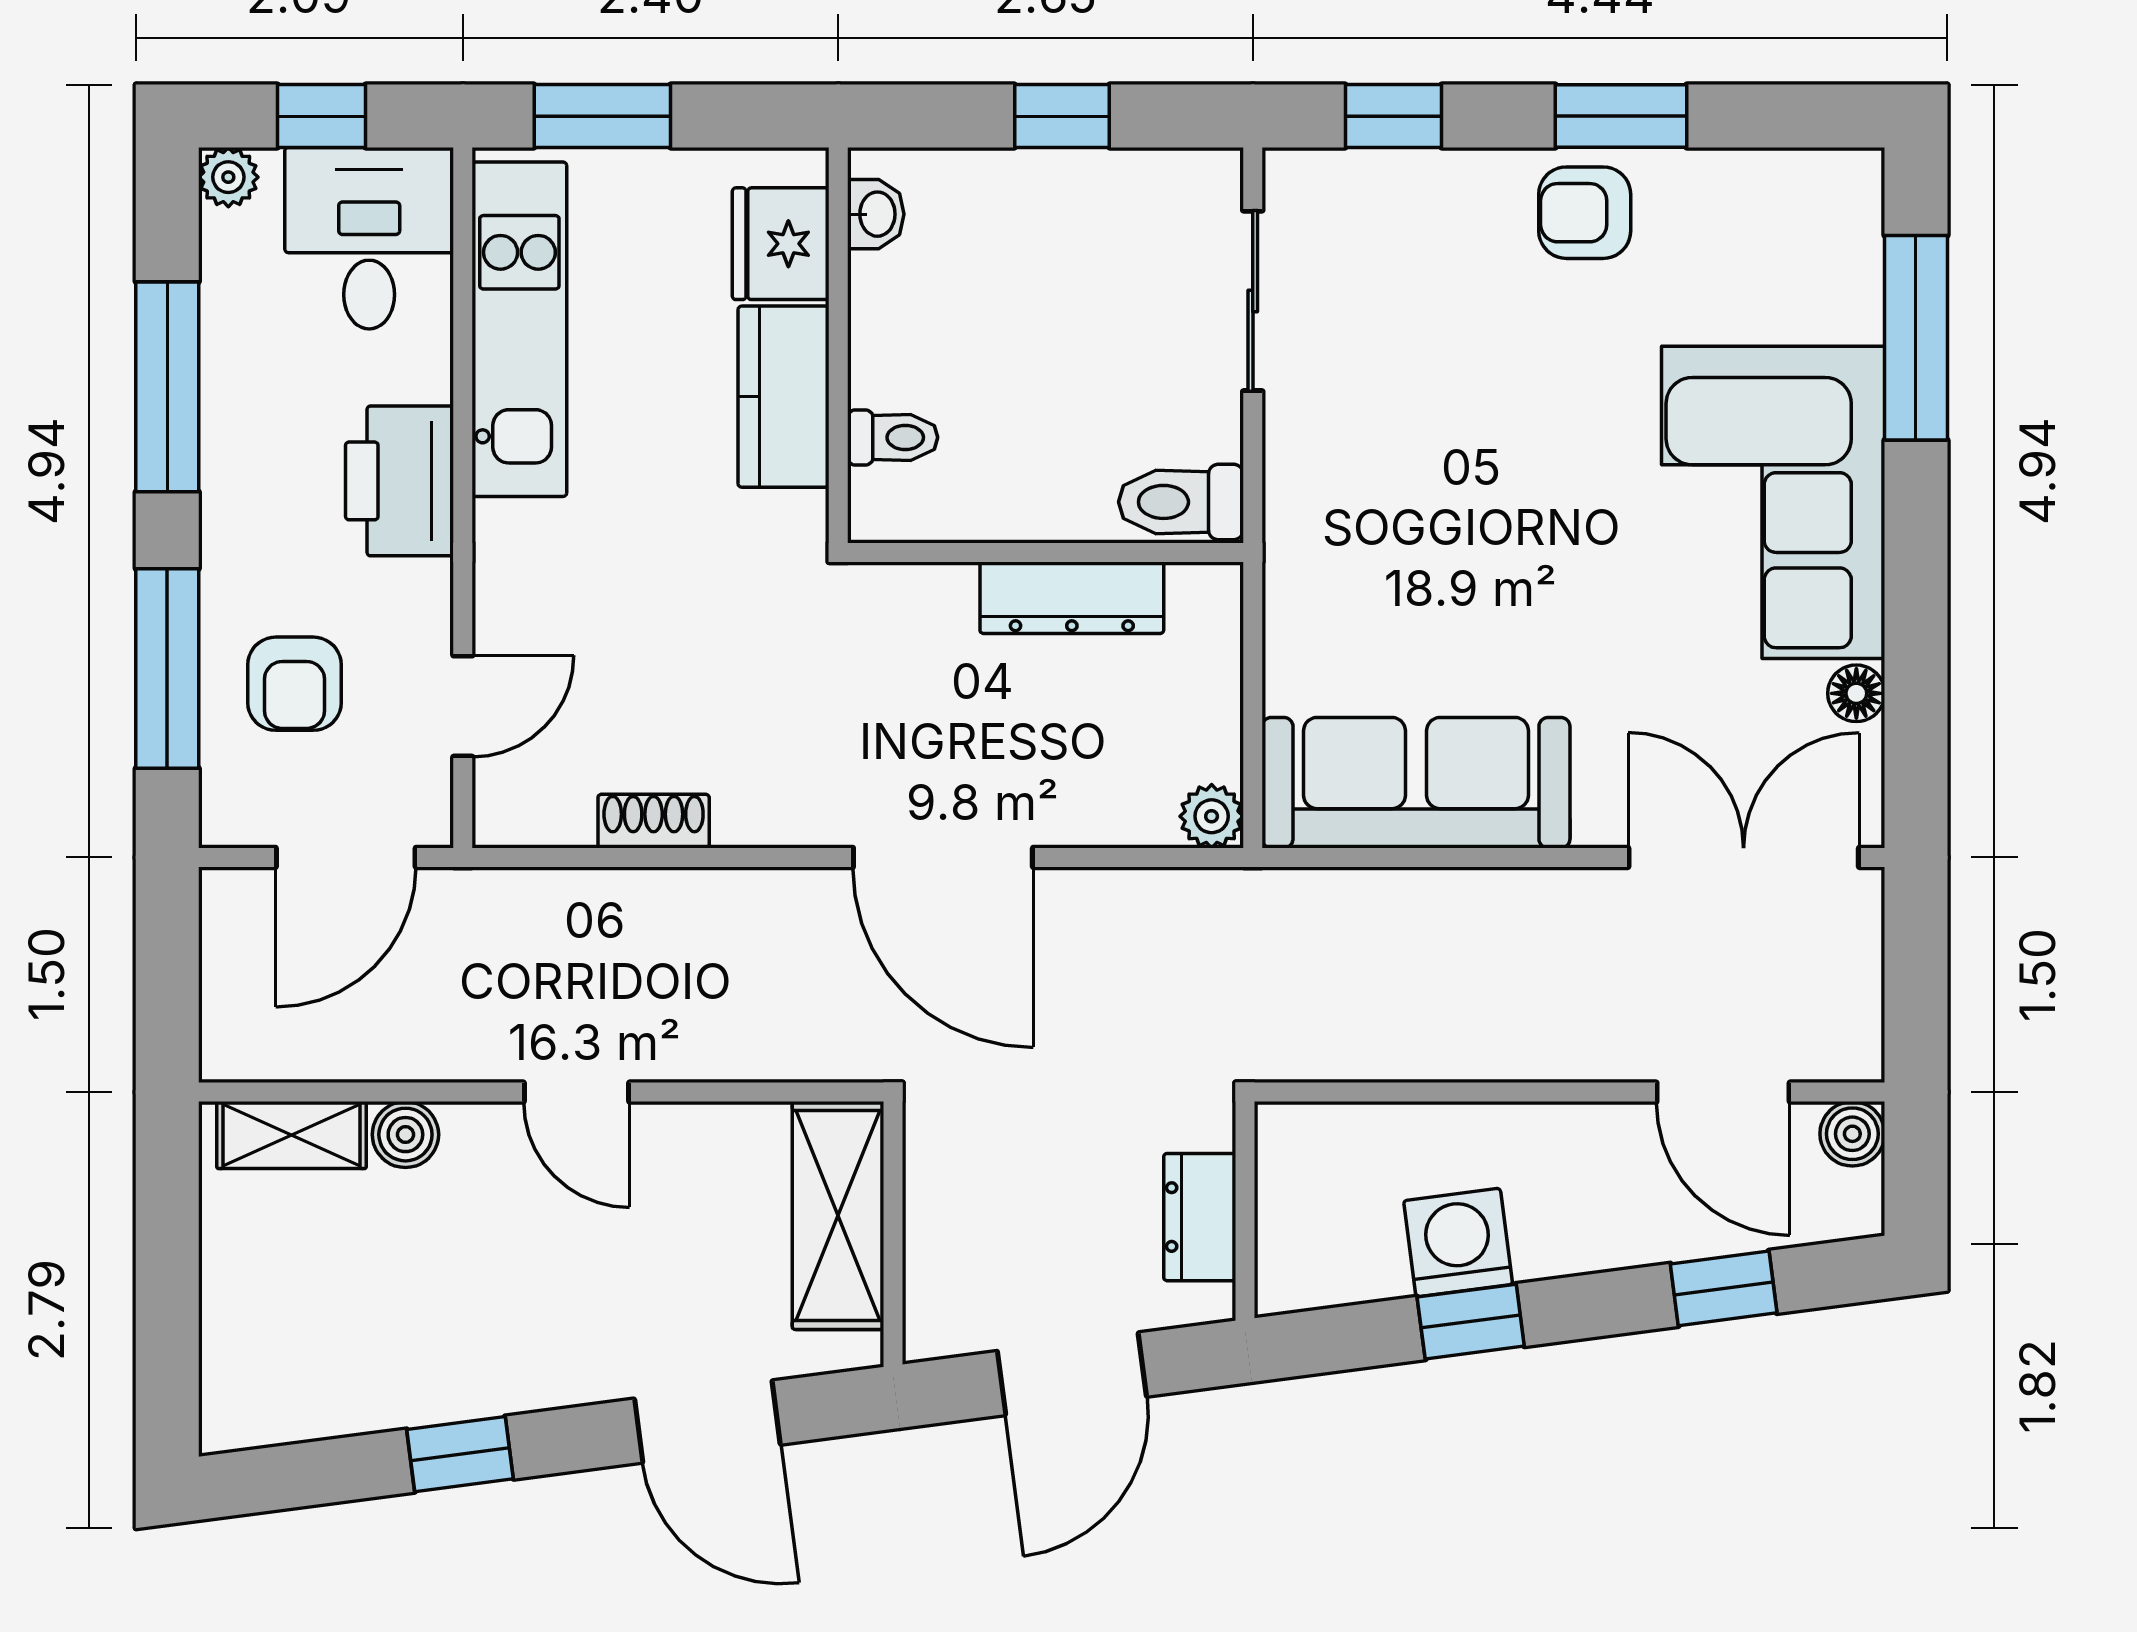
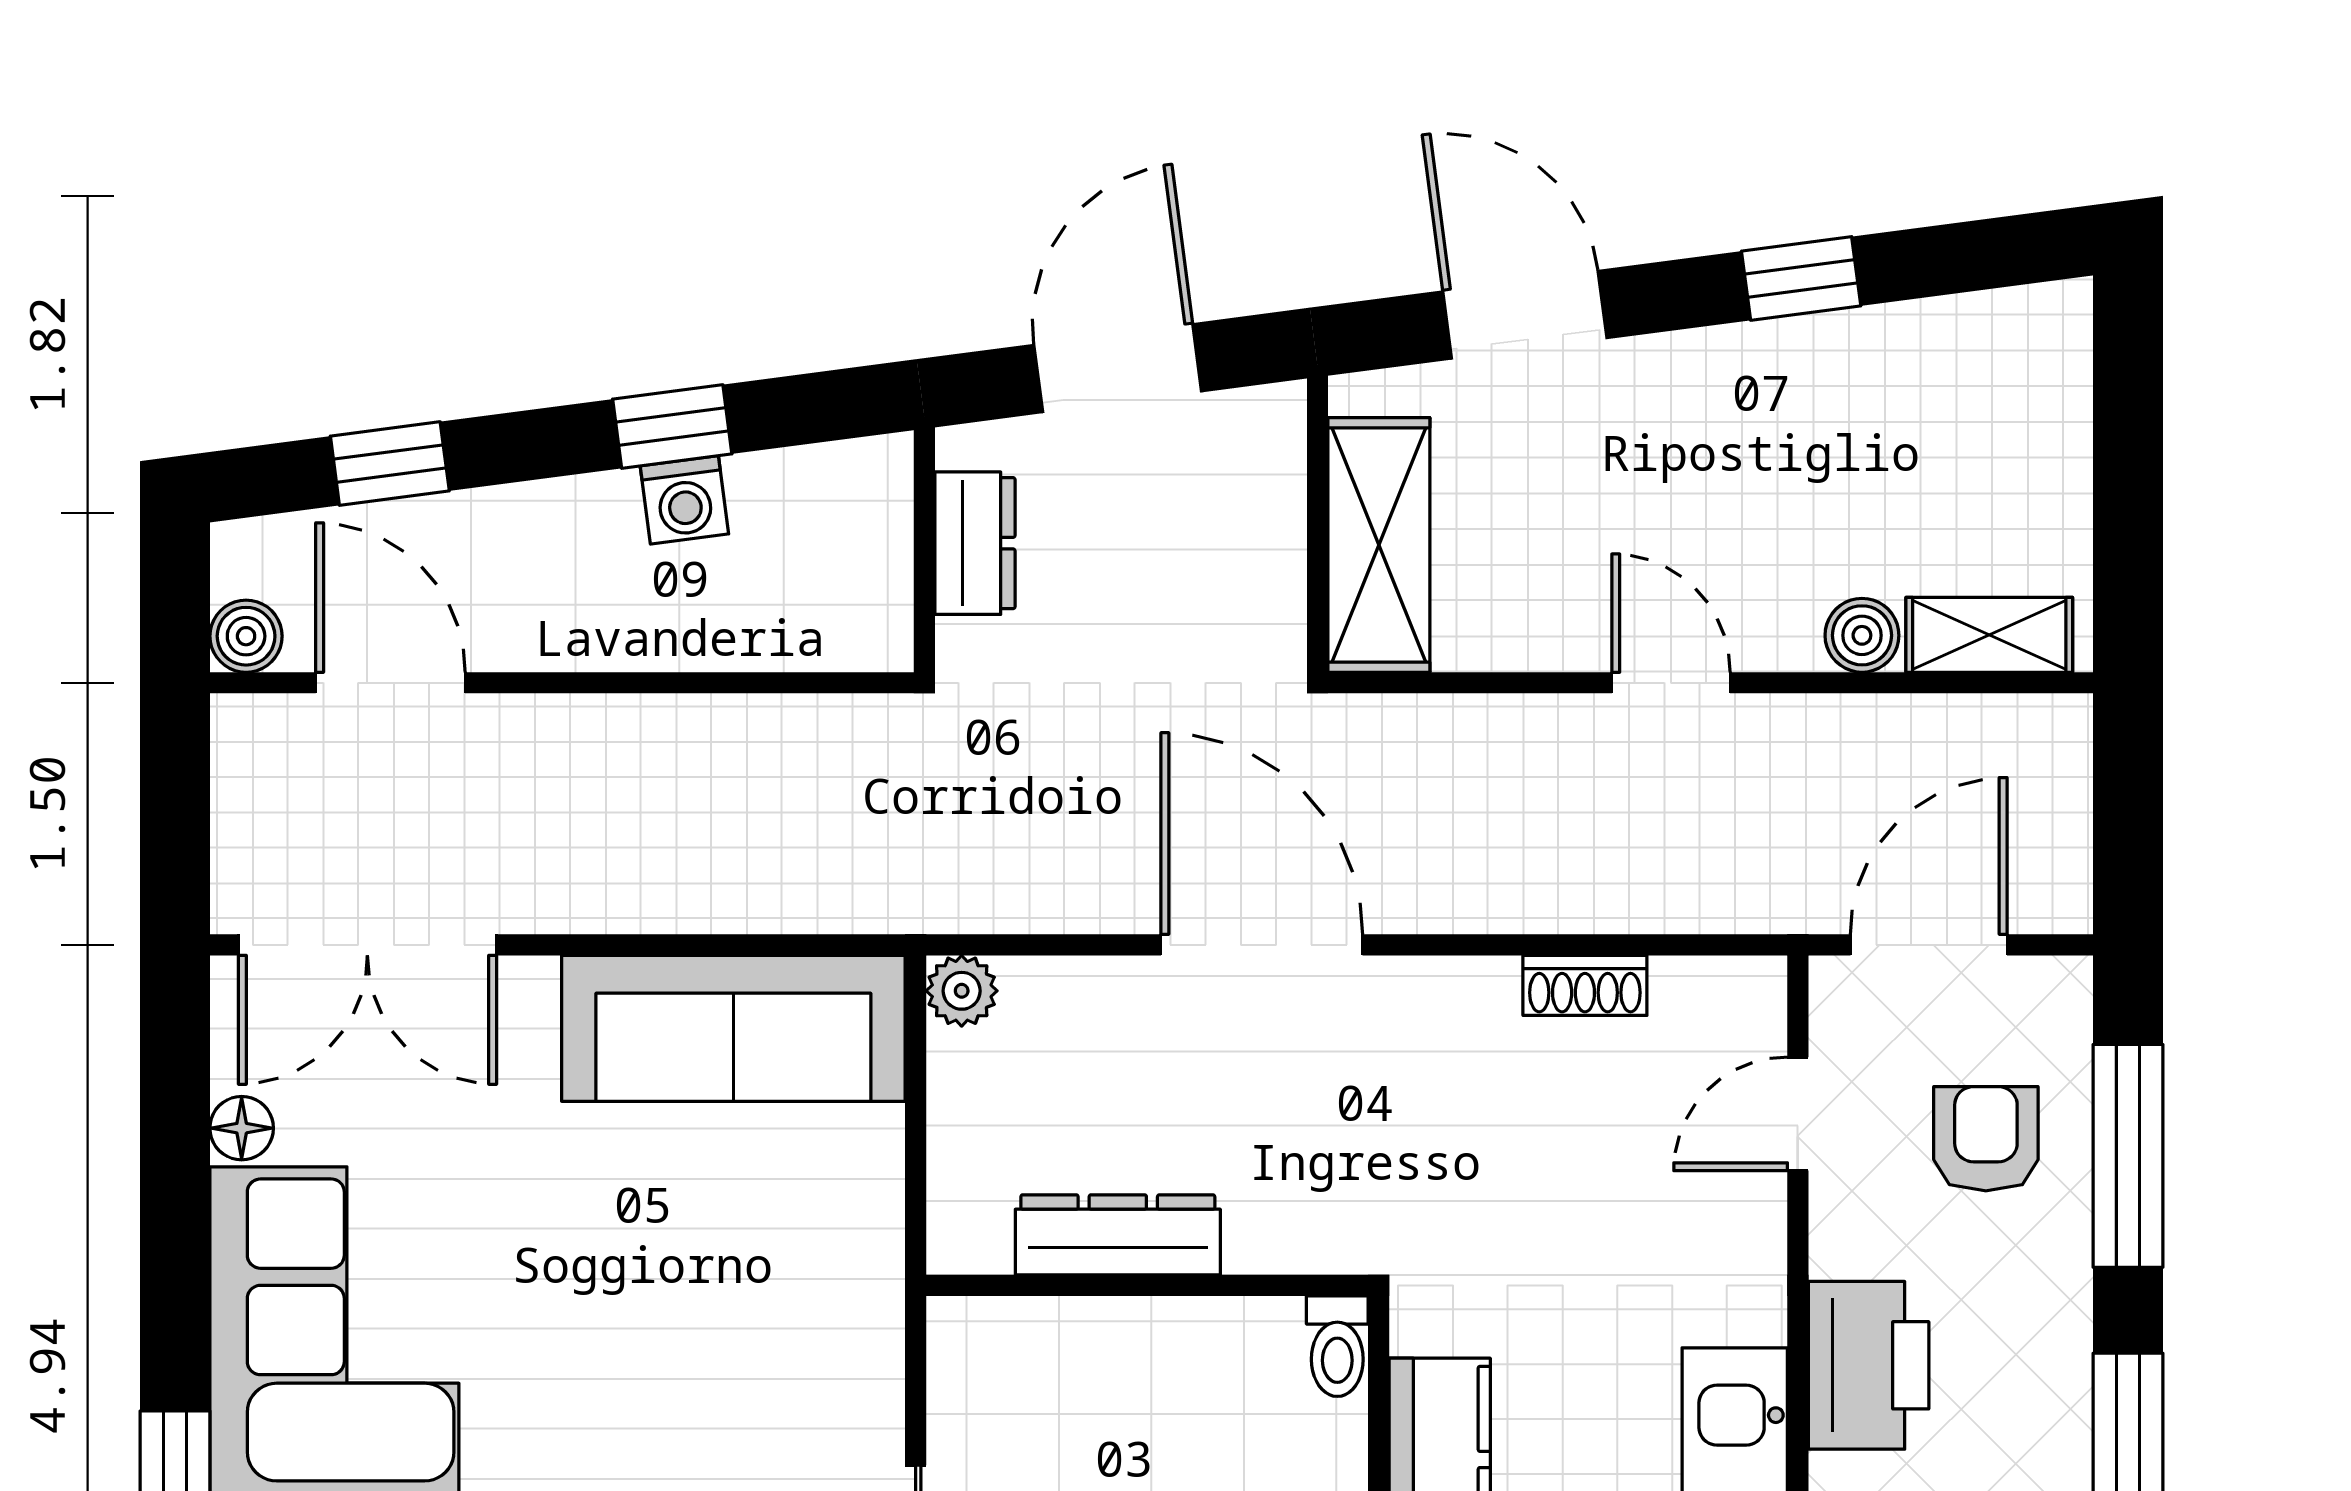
toilet: (893, 437) -> (1337, 1346), moved, turned -90
toilet: (1181, 502) -> (996, 1342), removed
washing machine: (1458, 1243) -> (684, 500), width x0.73, depth x0.73

